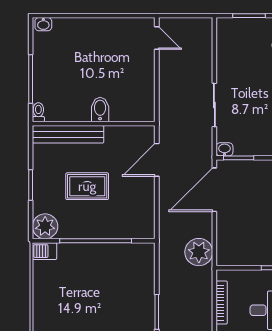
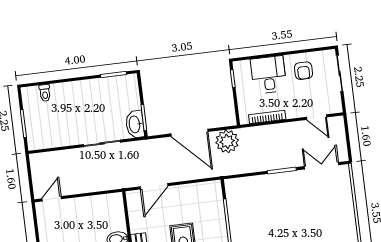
washbasin: (224, 149) -> (135, 124), width x1.91, depth x1.45
door: (157, 160) -> (154, 186), hinge flipped
door: (214, 190) -> (189, 133), moved

